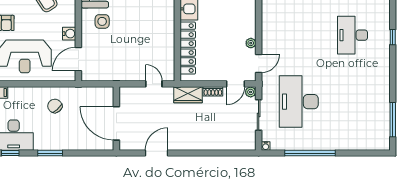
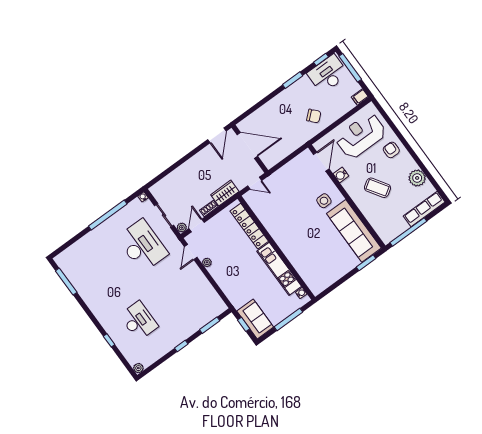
wall: (116, 118) -> (250, 149), moved
door: (116, 123) -> (247, 145), moved

